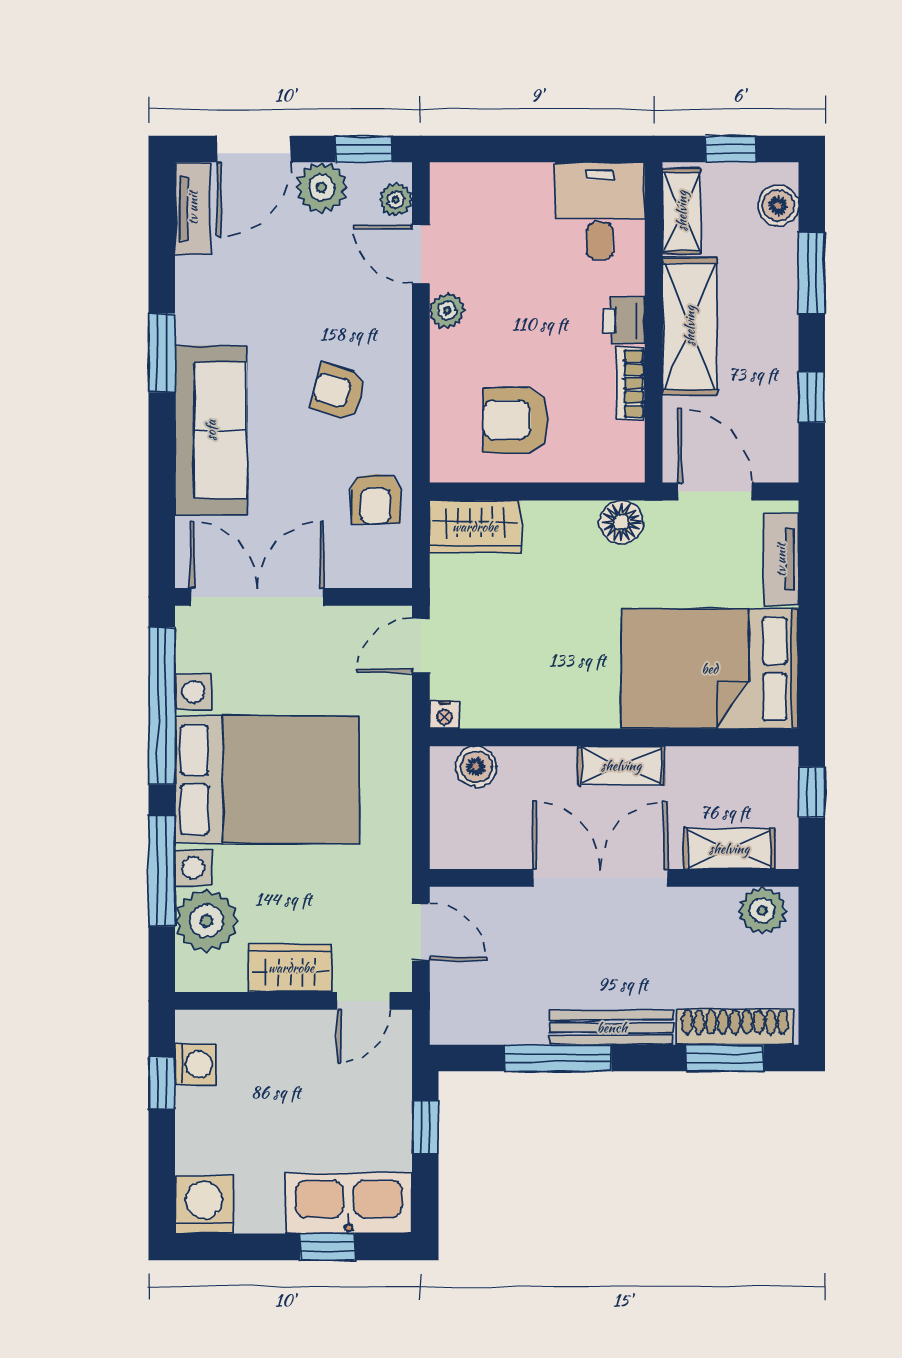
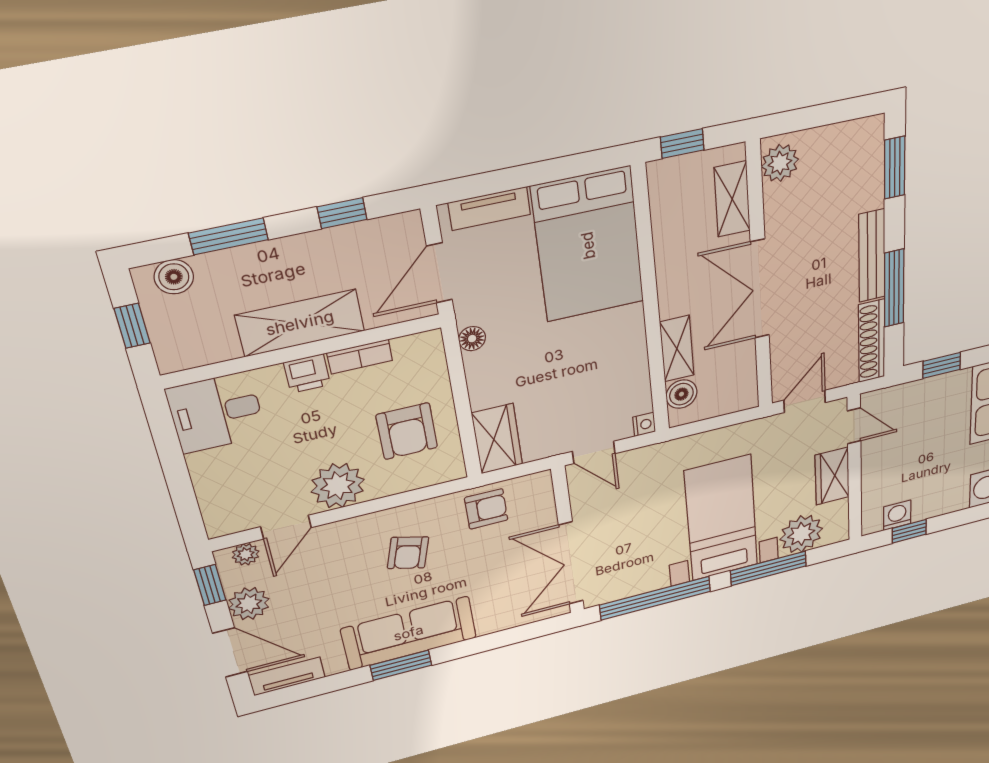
shelving: (682, 211) -> (200, 351), removed
plant: (447, 311) -> (338, 486), width x1.88, depth x1.88
sofa: (211, 430) -> (409, 633), moved
floor lamp: (621, 522) -> (472, 339), width x0.73, depth x0.73
shelving: (621, 766) -> (677, 349), moved
bed with nightstands: (267, 780) -> (721, 519), width x0.73
shoe rack: (735, 1027) -> (872, 341), moved

